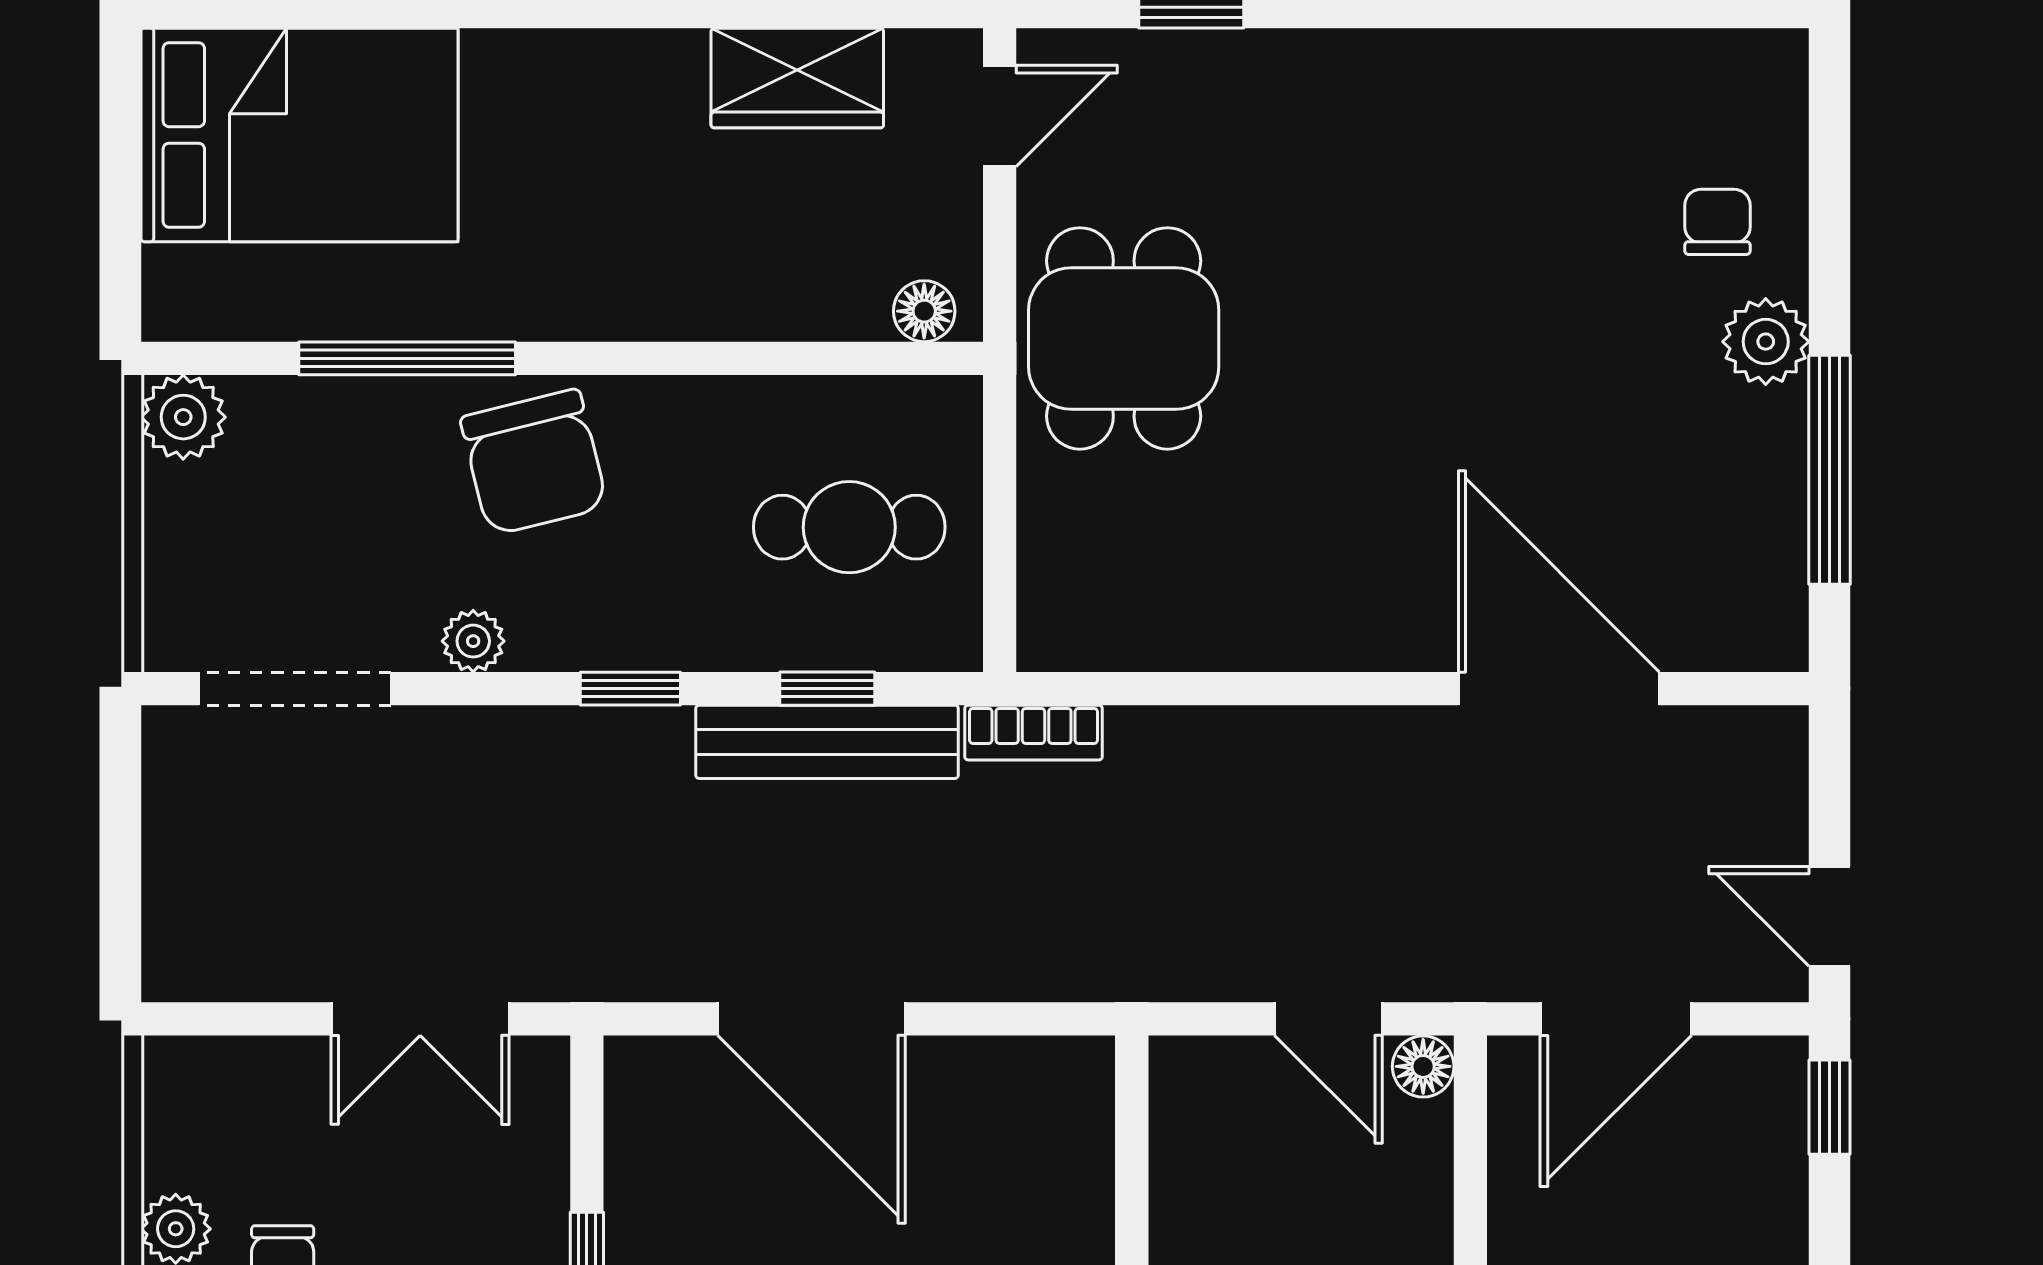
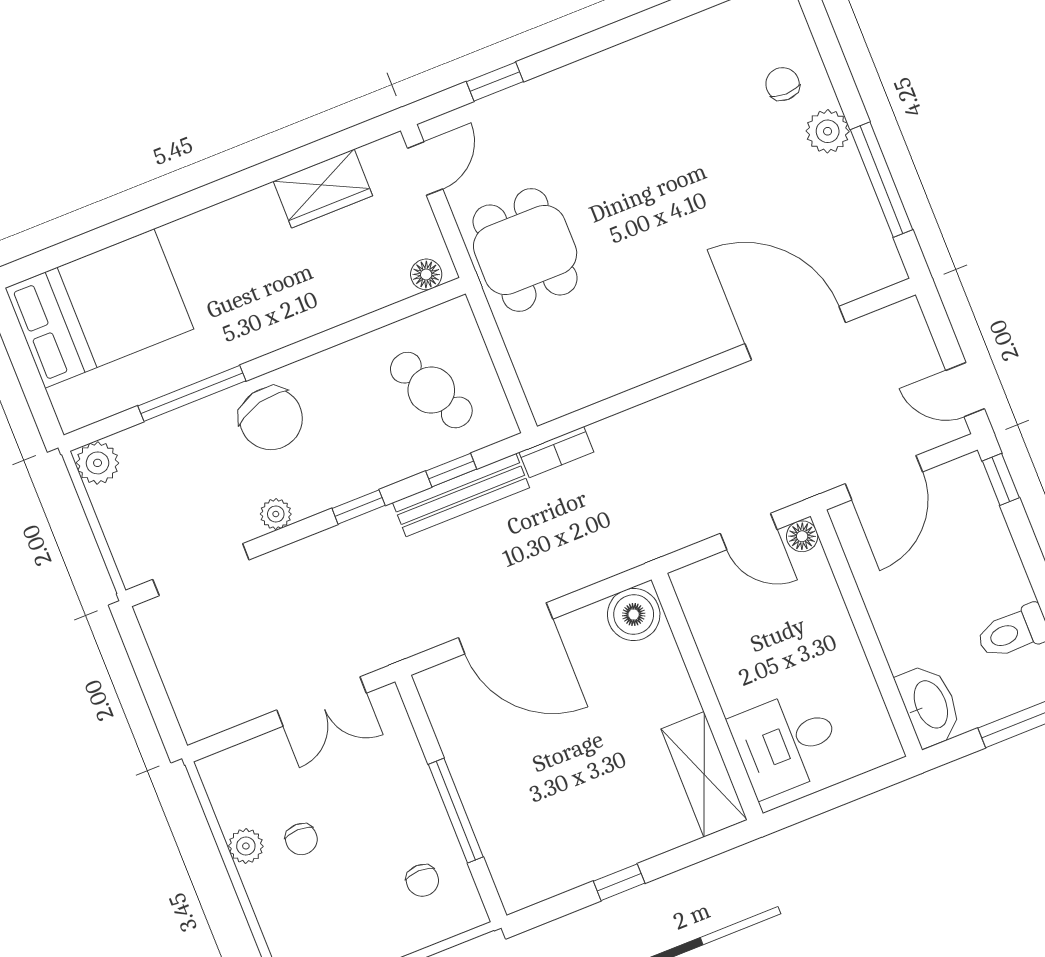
cafe table: (849, 527) -> (431, 390), turned 63
boiler: (1057, 1087) -> (634, 615), added

